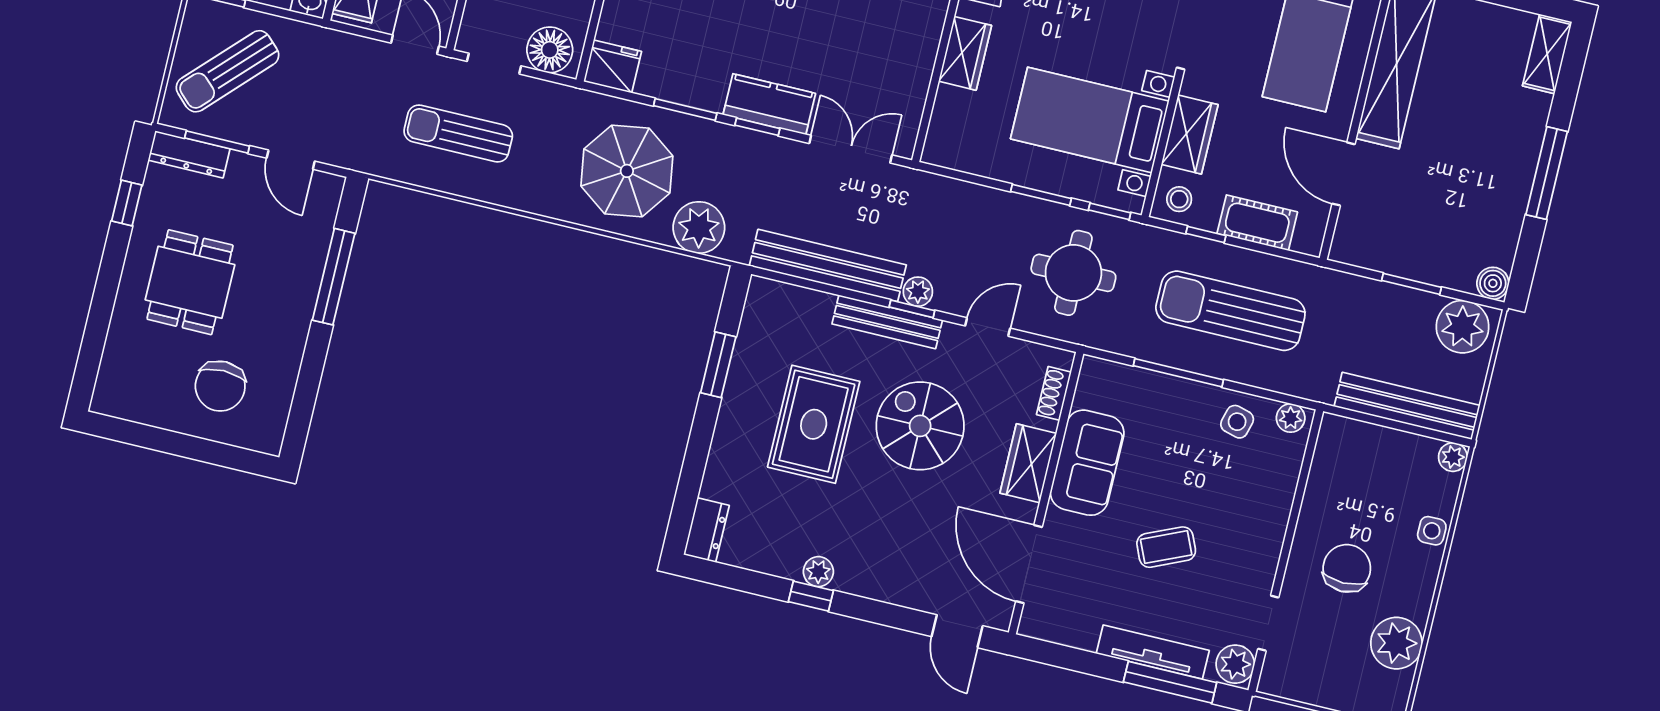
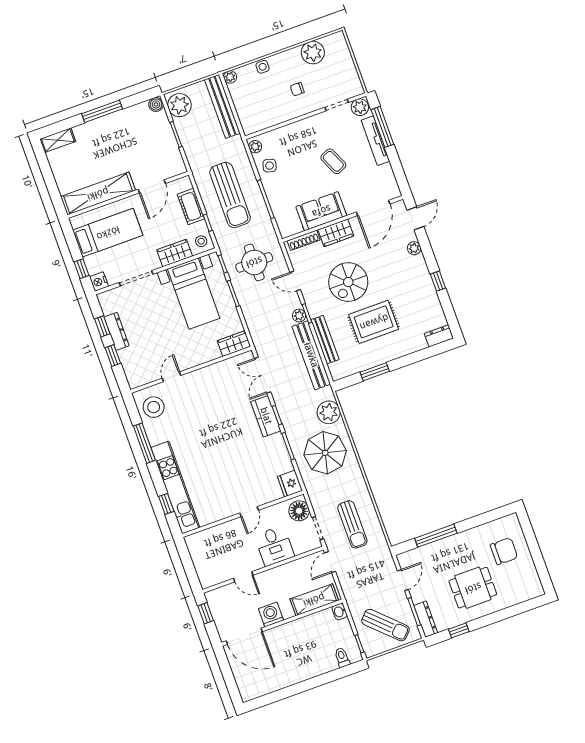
wardrobe: (965, 53) -> (234, 344), moved
bench: (887, 322) -> (325, 340), moved
shoe rack: (1054, 393) -> (304, 240), width x1.43
chair: (1347, 568) -> (297, 89), width x0.54, depth x0.54
plant: (818, 572) -> (414, 248), moved

